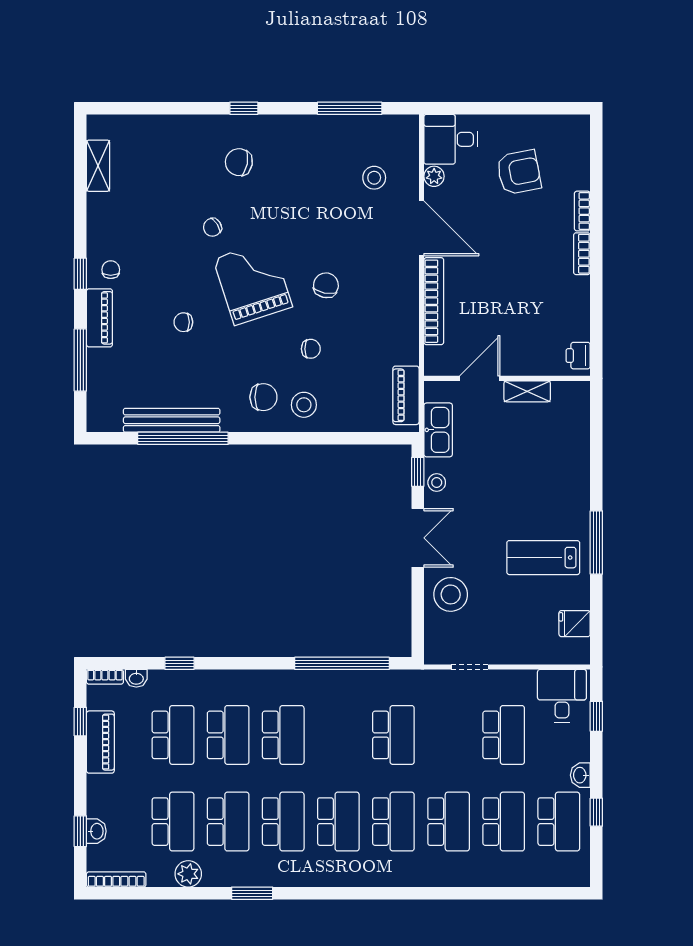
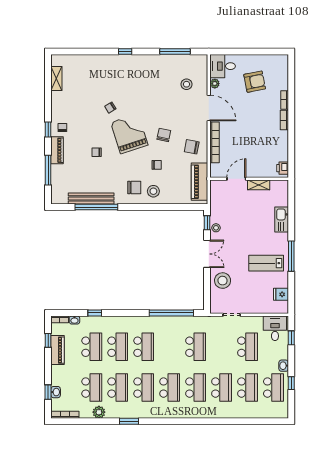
chair: (239, 162) -> (192, 147), moved
piano: (406, 395) -> (199, 182), width x1.37, depth x1.33
kitchen sink: (438, 430) -> (282, 220), moved, turned 180

